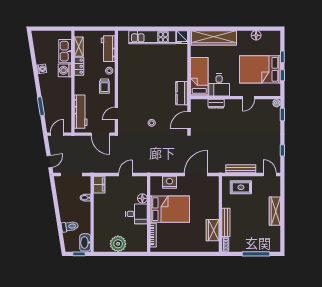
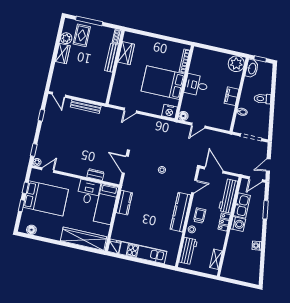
floor lamp: (256, 35) -> (31, 230), moved
kitchen sink: (65, 51) -> (242, 205), moved
locker: (79, 66) -> (224, 222), moved
washing machine: (65, 70) -> (238, 224), moved
kitchen counter: (124, 85) -> (180, 212), added
kitchen counter: (182, 93) -> (124, 203), moved
door: (248, 98) -> (48, 170), moved
door: (189, 120) -> (125, 165), swing flipped
door: (49, 162) -> (268, 165), moved
door: (196, 174) -> (130, 111), width x0.53
nightstand: (169, 182) -> (170, 111), moved
filing cabinet: (99, 185) -> (231, 96), moved
rug: (241, 187) -> (82, 35), moved, turned 90
floor lamp: (142, 198) -> (183, 116), moved
wardrobe: (275, 211) -> (63, 54), width x0.67
toilet: (70, 226) -> (262, 99), moved
plant: (275, 232) -> (66, 38), added
plant: (118, 244) -> (236, 64), moved

